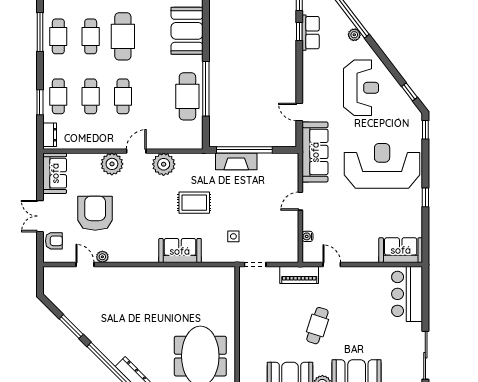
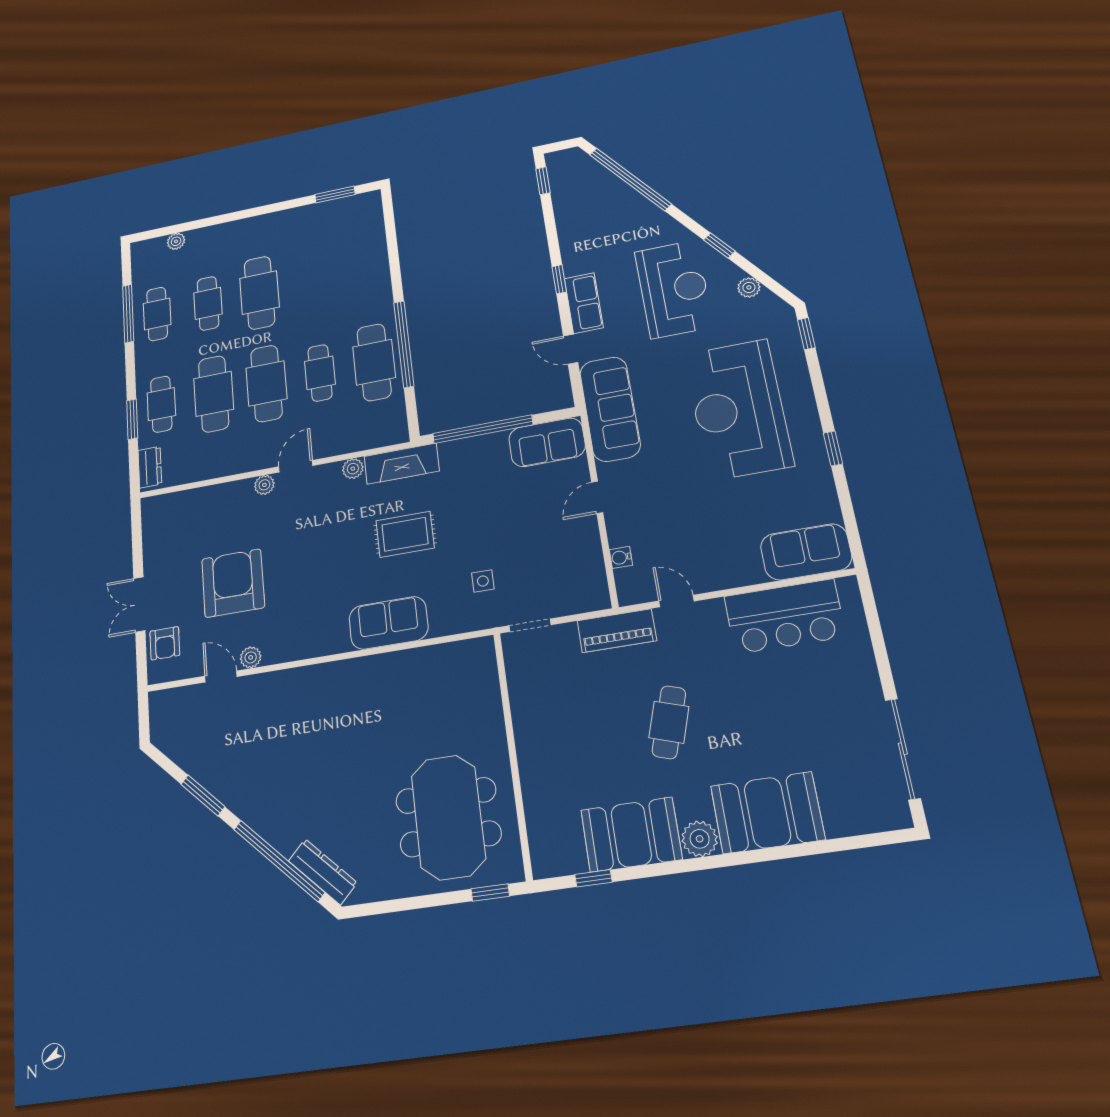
booth: (187, 31) -> (363, 263), removed
window: (299, 32) -> (559, 279), moved
row of seats: (311, 33) -> (584, 303), moved
plant: (354, 35) -> (749, 287), moved
window: (409, 92) -> (719, 246), moved
cafe table: (91, 96) -> (214, 394), width x1.37, depth x1.35
cafe table: (123, 96) -> (266, 383), width x1.37, depth x1.35
cafe table: (155, 96) -> (320, 373), added
fireplace: (236, 161) -> (402, 464), moved
plant: (112, 164) -> (264, 485), width x0.53, depth x0.53
plant: (164, 164) -> (353, 469), width x0.53, depth x0.53
reception desk: (382, 166) -> (738, 409), turned -90
sofa: (55, 173) -> (547, 442), moved, turned 90
armchair: (54, 241) -> (165, 643), turned 90
bar counter: (407, 294) -> (785, 616), moved, turned -90

